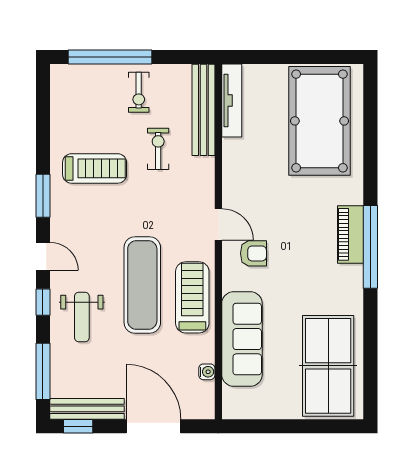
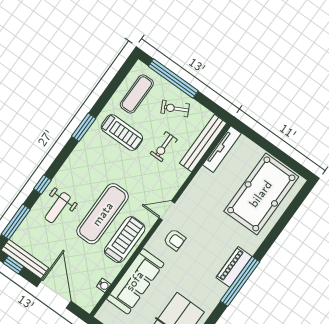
exercise bike: (139, 92) -> (175, 109), turned 63
exercise mat: (79, 108) -> (137, 94), added
exercise bike: (158, 149) -> (164, 147), turned 180
door: (218, 224) -> (167, 210), swing flipped
door: (43, 256) -> (60, 160), removed

